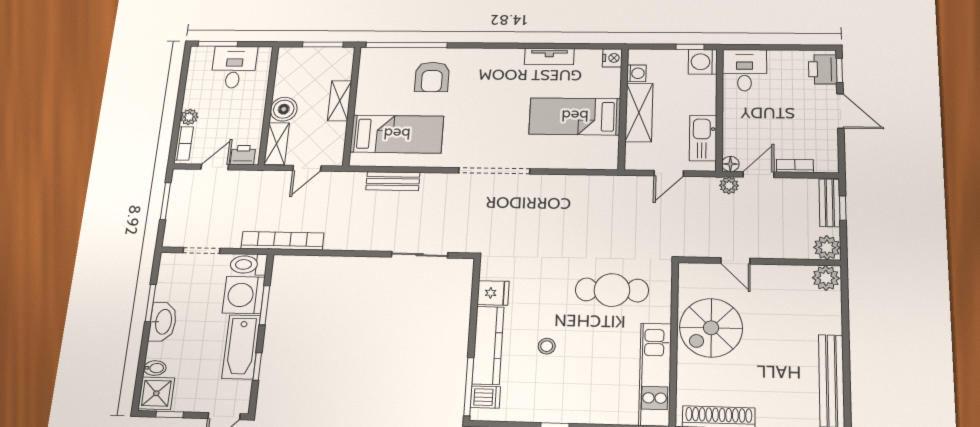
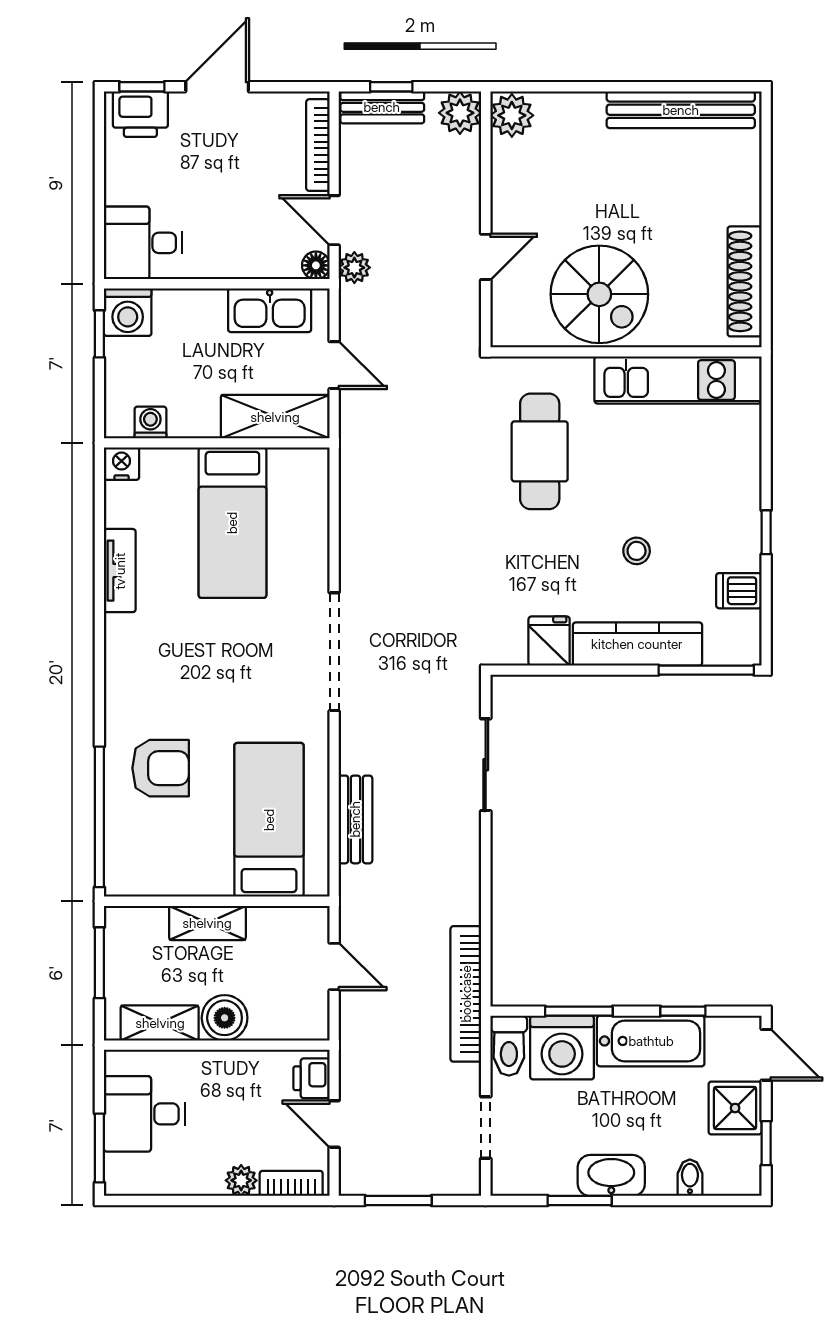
shelving: (639, 112) -> (275, 417), moved
shelving: (277, 144) -> (160, 1023), moved
bookcase: (795, 166) -> (318, 145), width x1.56
shower: (156, 393) -> (735, 1108), moved
dishwasher: (485, 397) -> (739, 591), moved, turned -90

